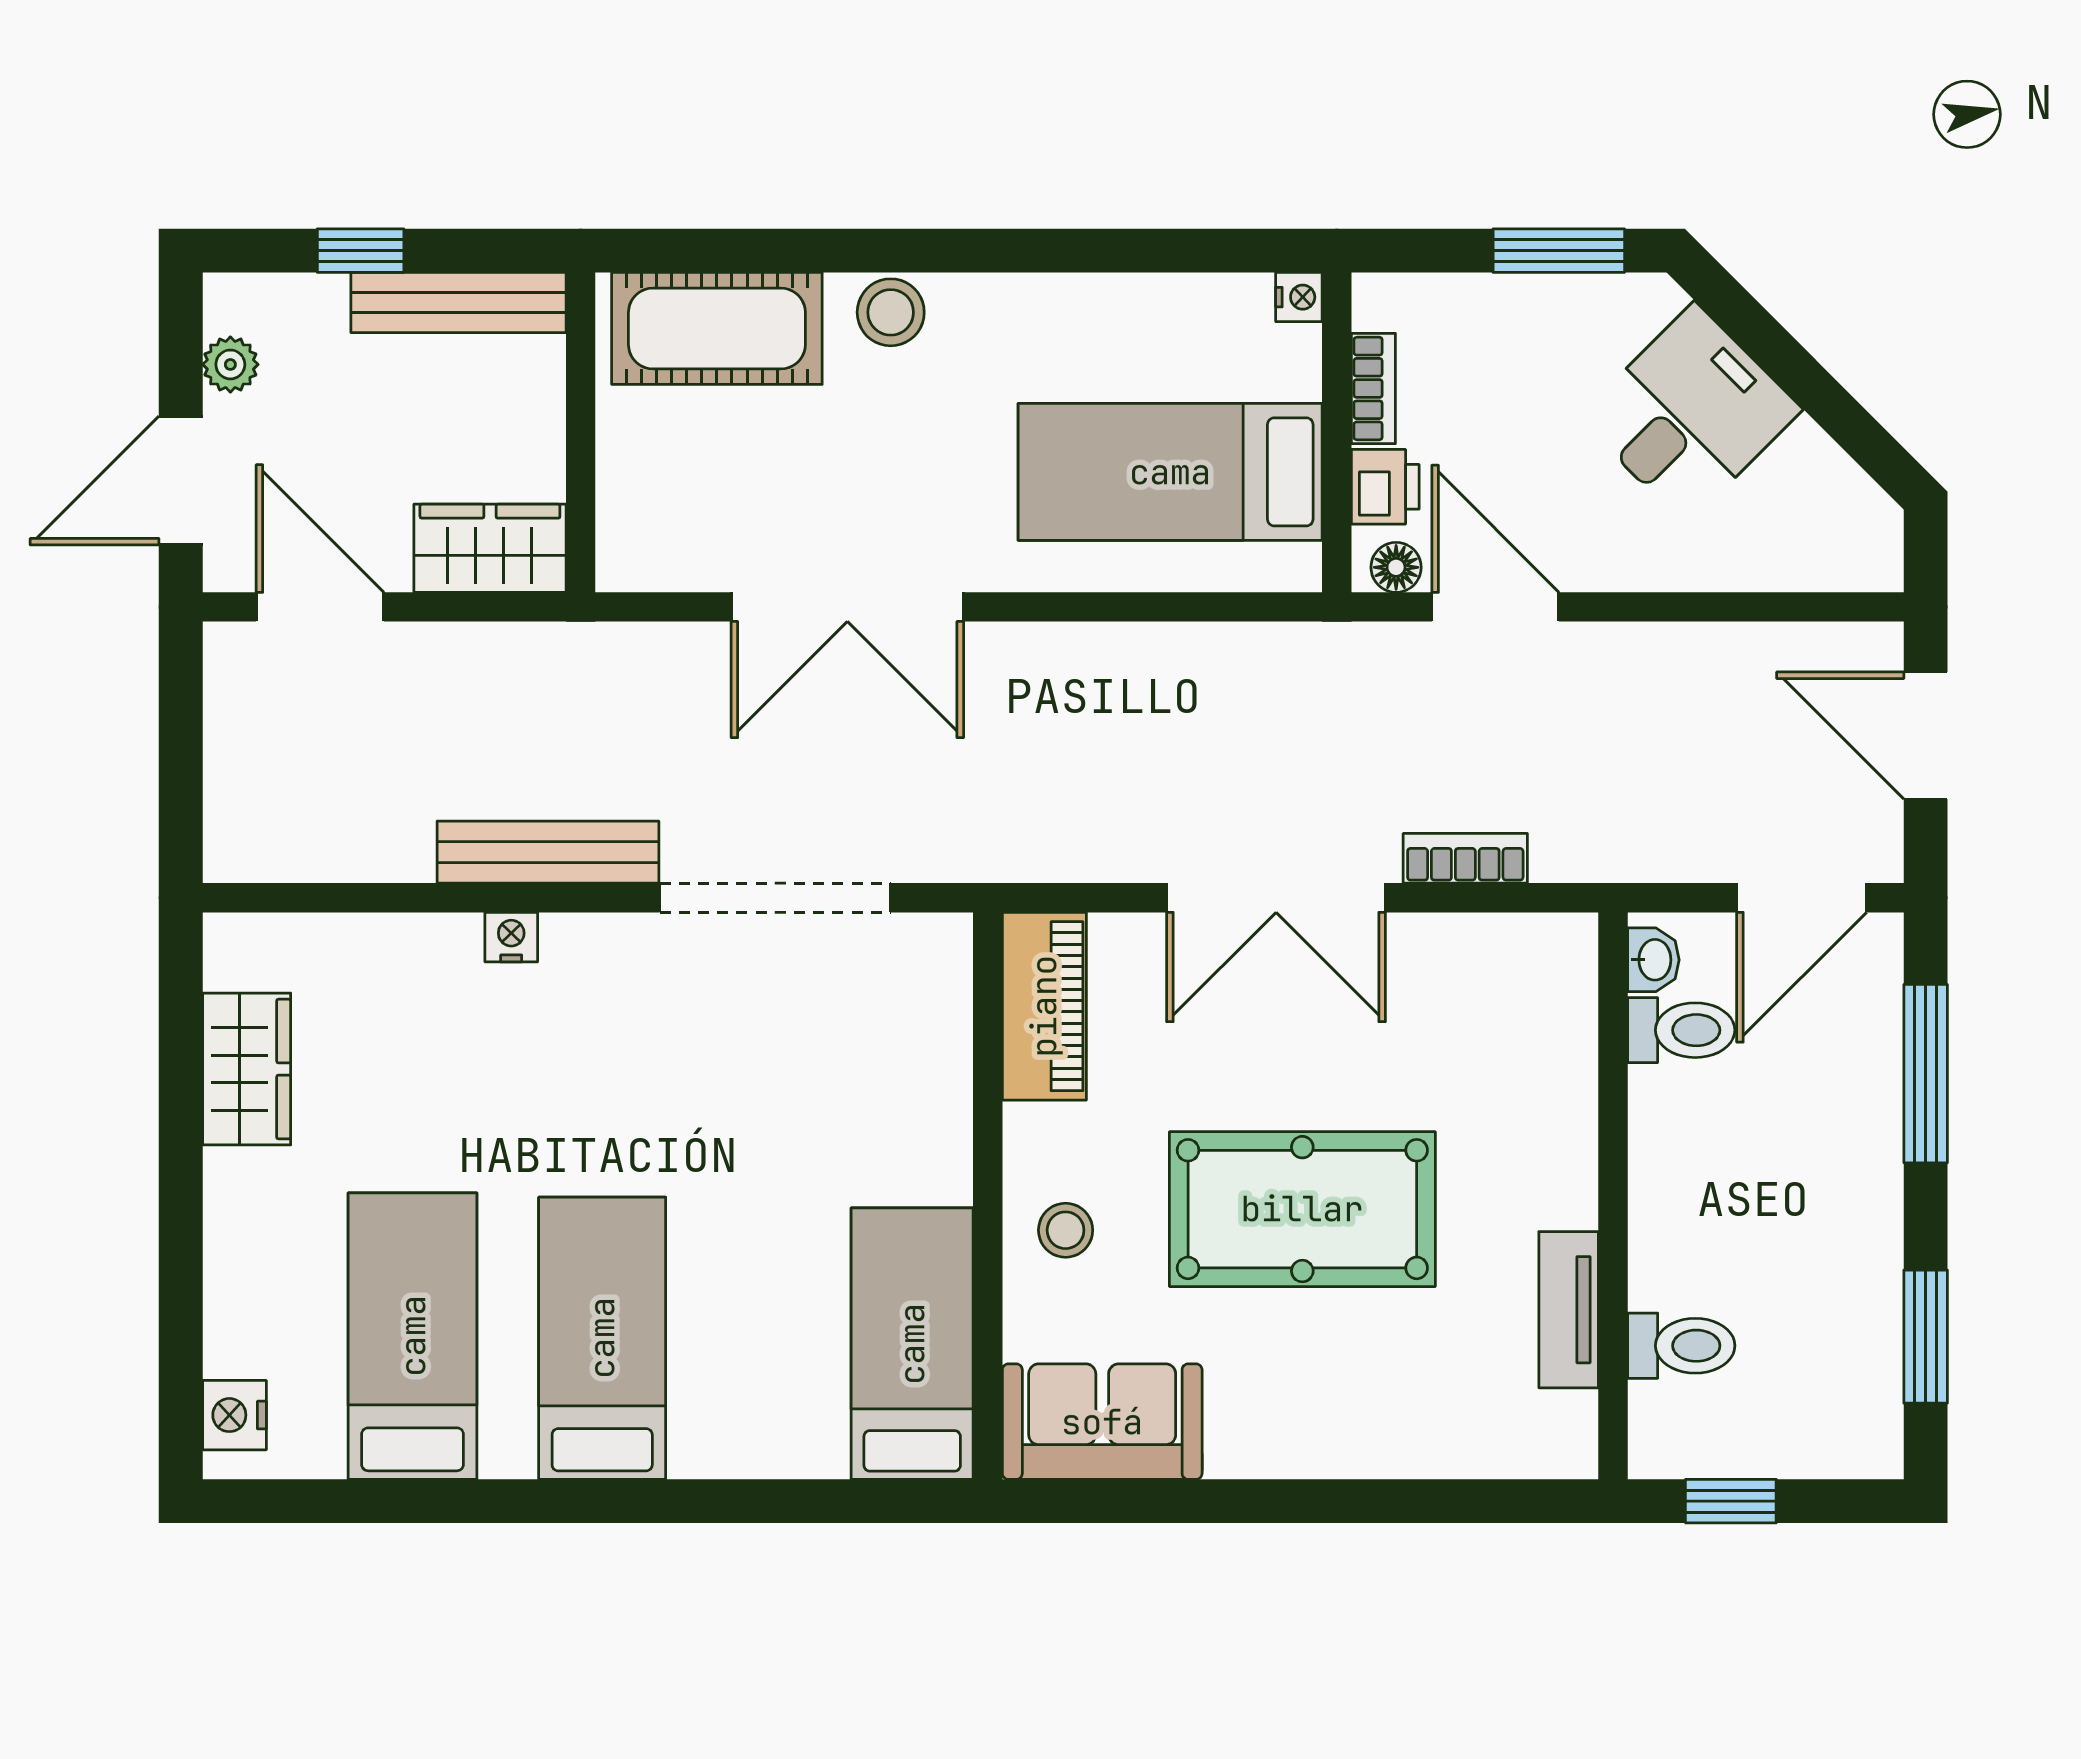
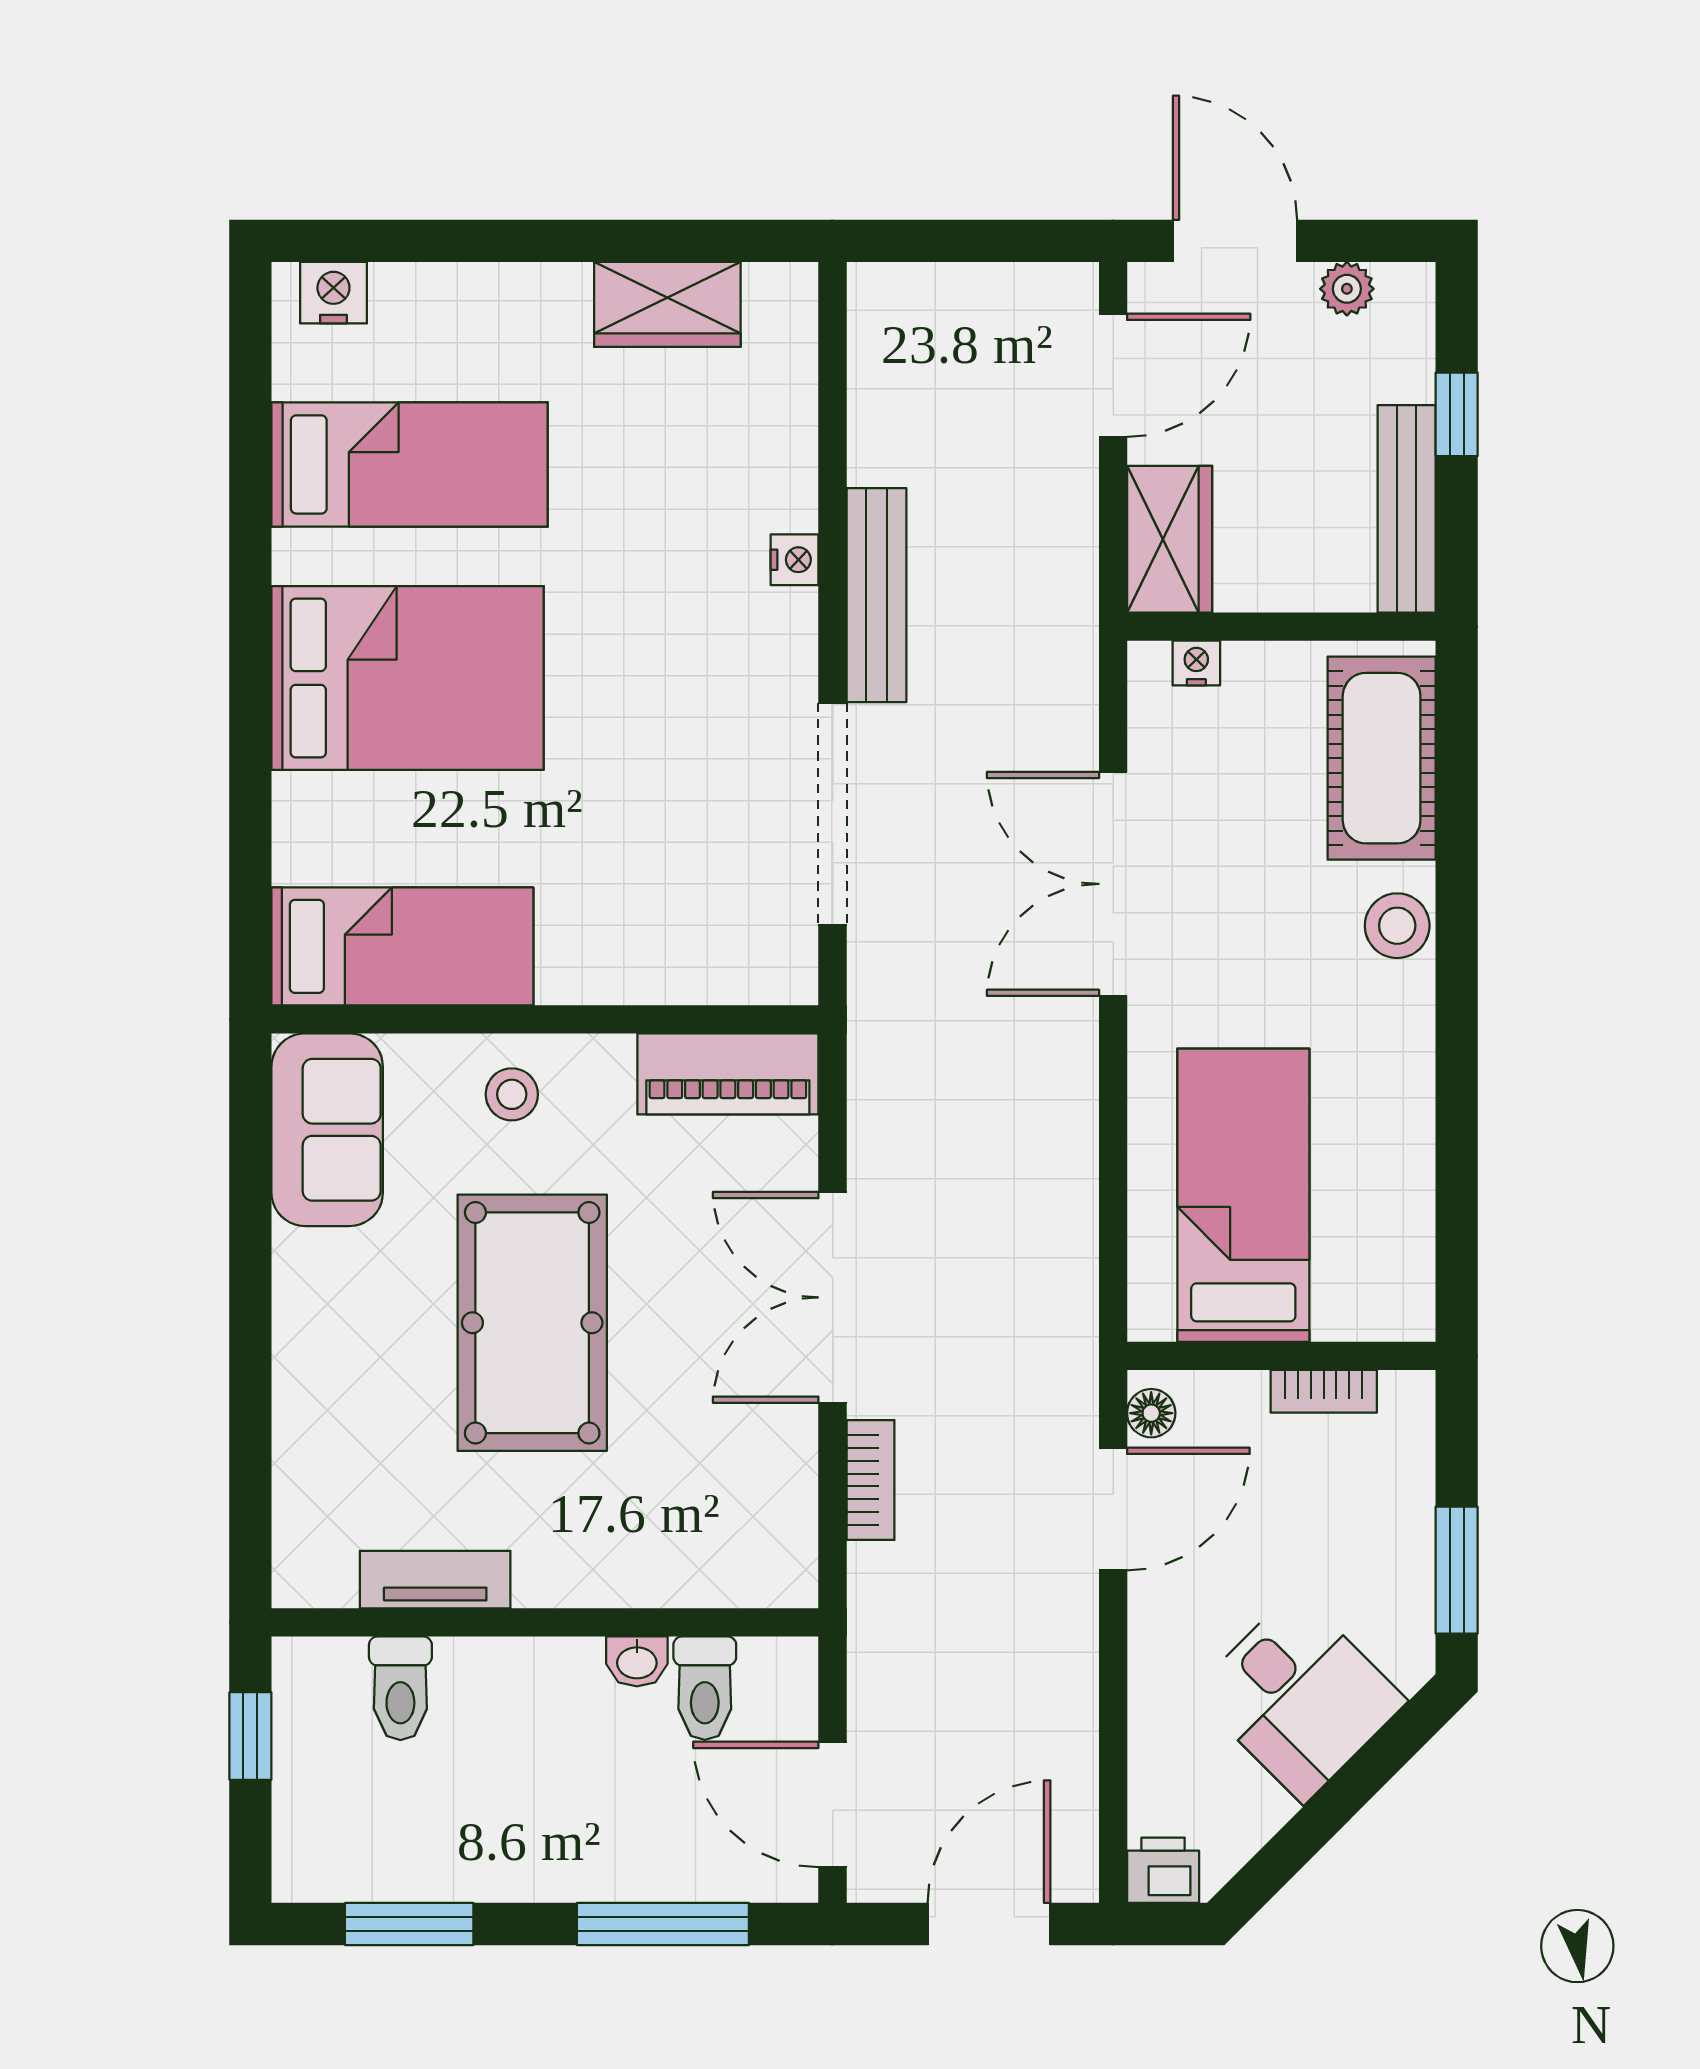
nightstand: (1299, 297) -> (1196, 663), moved, turned 180
printer: (1385, 487) -> (1163, 1870), moved, turned 180
washbasin: (1653, 960) -> (637, 1661), moved
bed: (602, 1338) -> (408, 678), width x1.50

